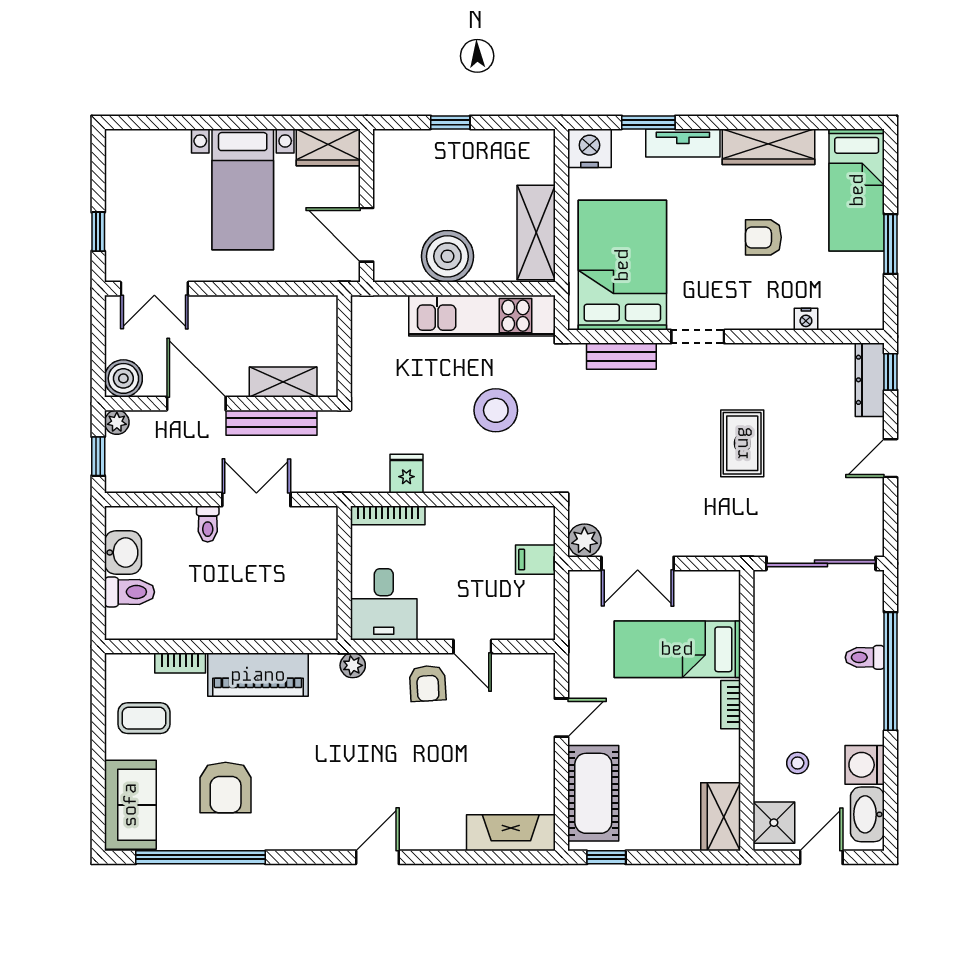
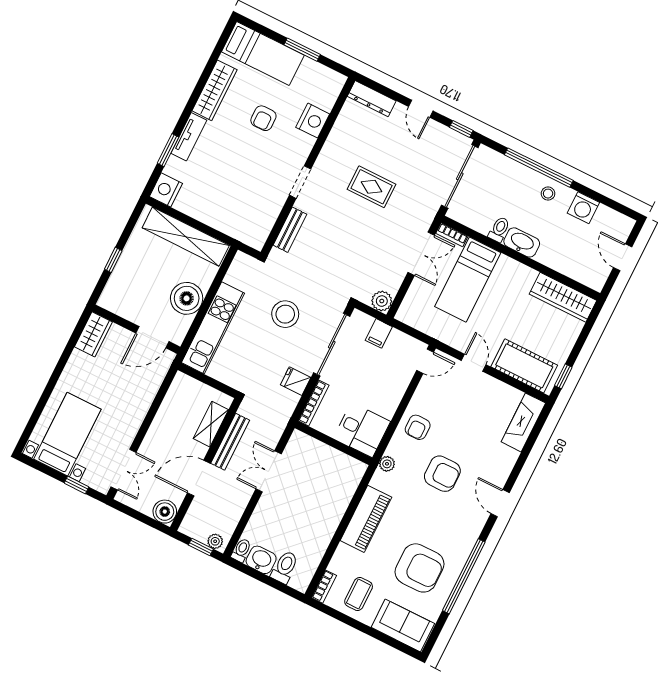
bed with nightstands: (243, 189) -> (67, 434), moved, turned -90
shelving: (536, 233) -> (186, 237), width x1.47
bed: (622, 265) -> (240, 204), removed
kitchen unit: (482, 316) -> (213, 328), moved
nightstand: (806, 319) -> (313, 121), width x1.89, depth x1.79
window: (891, 372) -> (461, 129), moved
plant: (117, 422) -> (215, 541), moved
sliding door: (485, 499) -> (332, 345), added
toilet: (208, 524) -> (241, 550), moved, turned -90
double door: (638, 563) -> (421, 254), moved
door: (472, 646) -> (425, 361), moved
toilet: (865, 657) -> (499, 229), moved, turned 180
bookcase: (180, 663) -> (324, 587), moved
armchair: (428, 683) -> (418, 427), turned 93
bookcase: (731, 705) -> (452, 235), moved
armchair: (378, 753) -> (442, 474), added
stool: (798, 763) -> (548, 194), moved
armchair: (226, 788) -> (420, 568), width x1.36, depth x1.36
washbasin: (867, 814) -> (522, 242), moved, turned 180
wardrobe: (721, 817) -> (563, 297), width x1.50
shower: (774, 823) -> (590, 274), removed
window: (200, 857) -> (464, 576), moved

